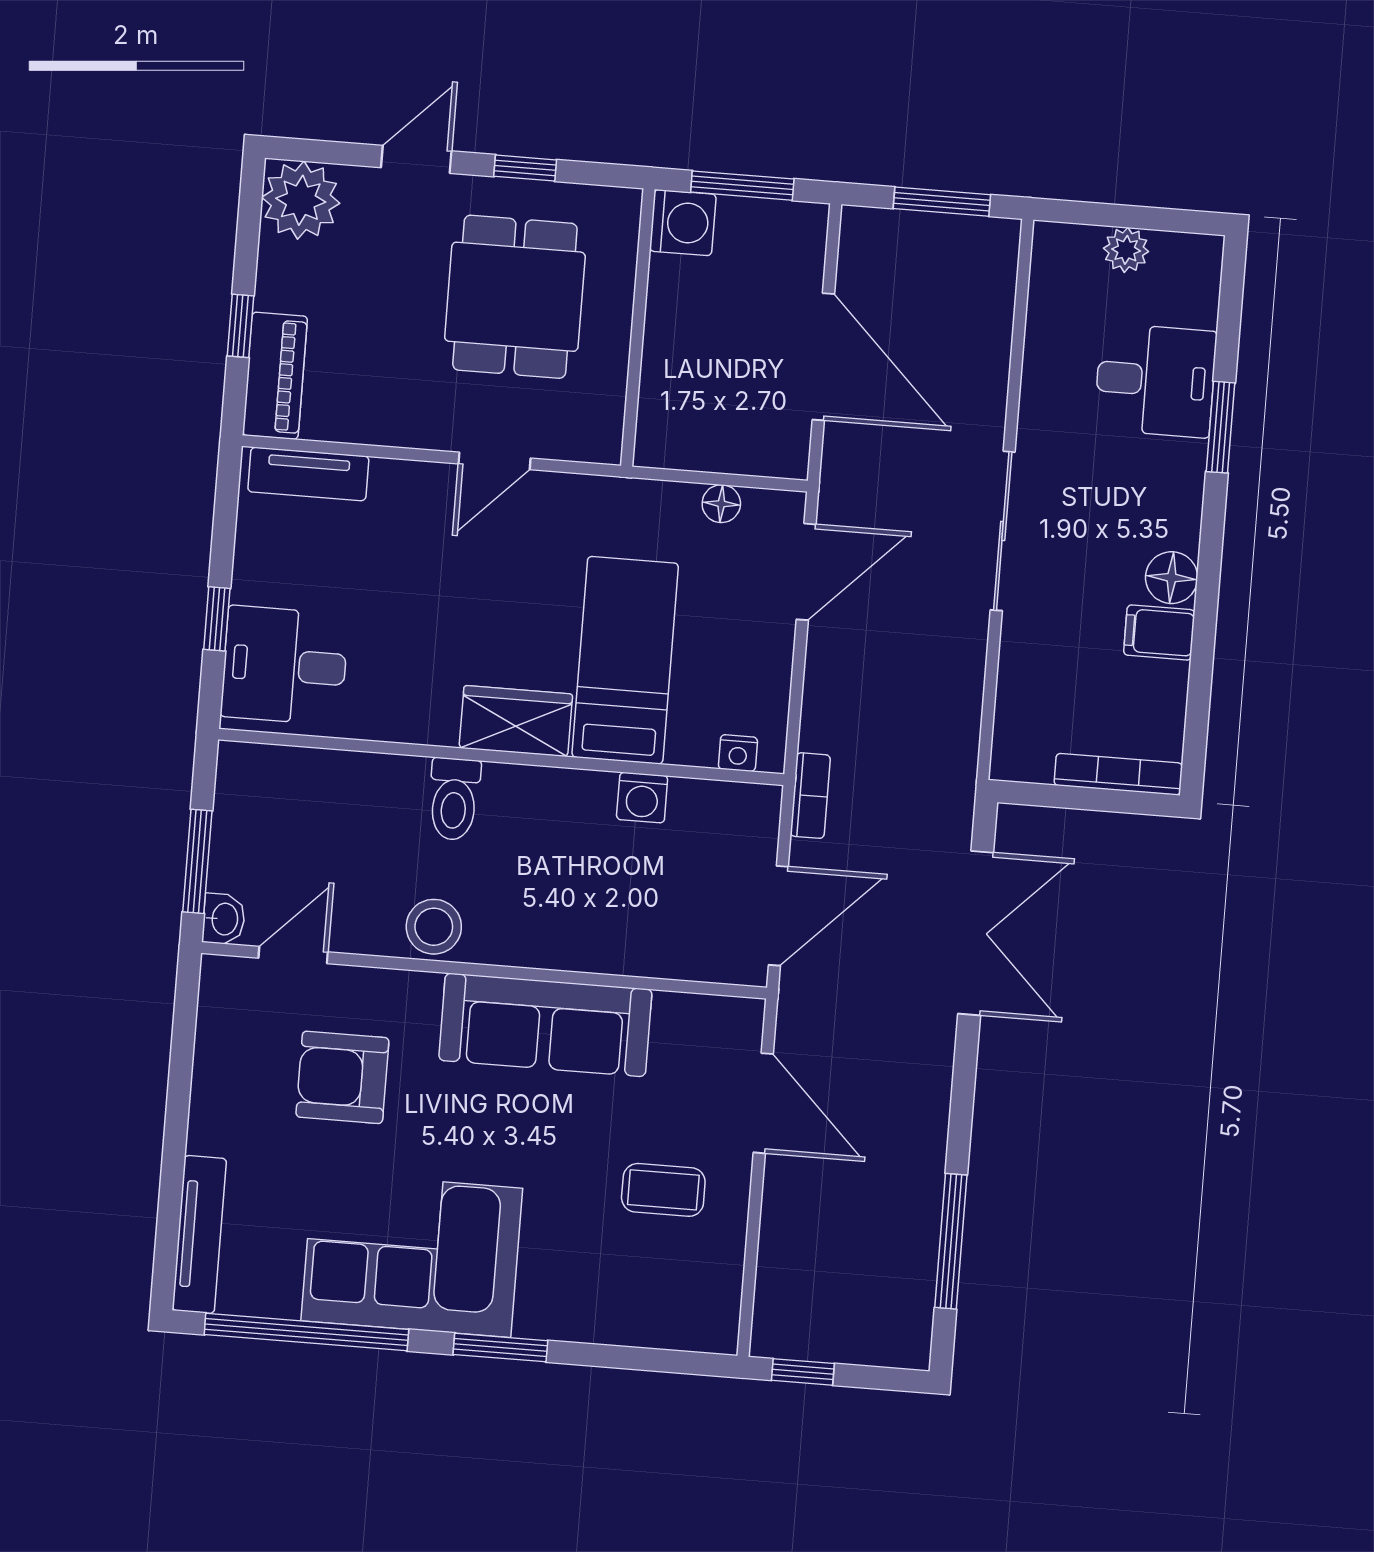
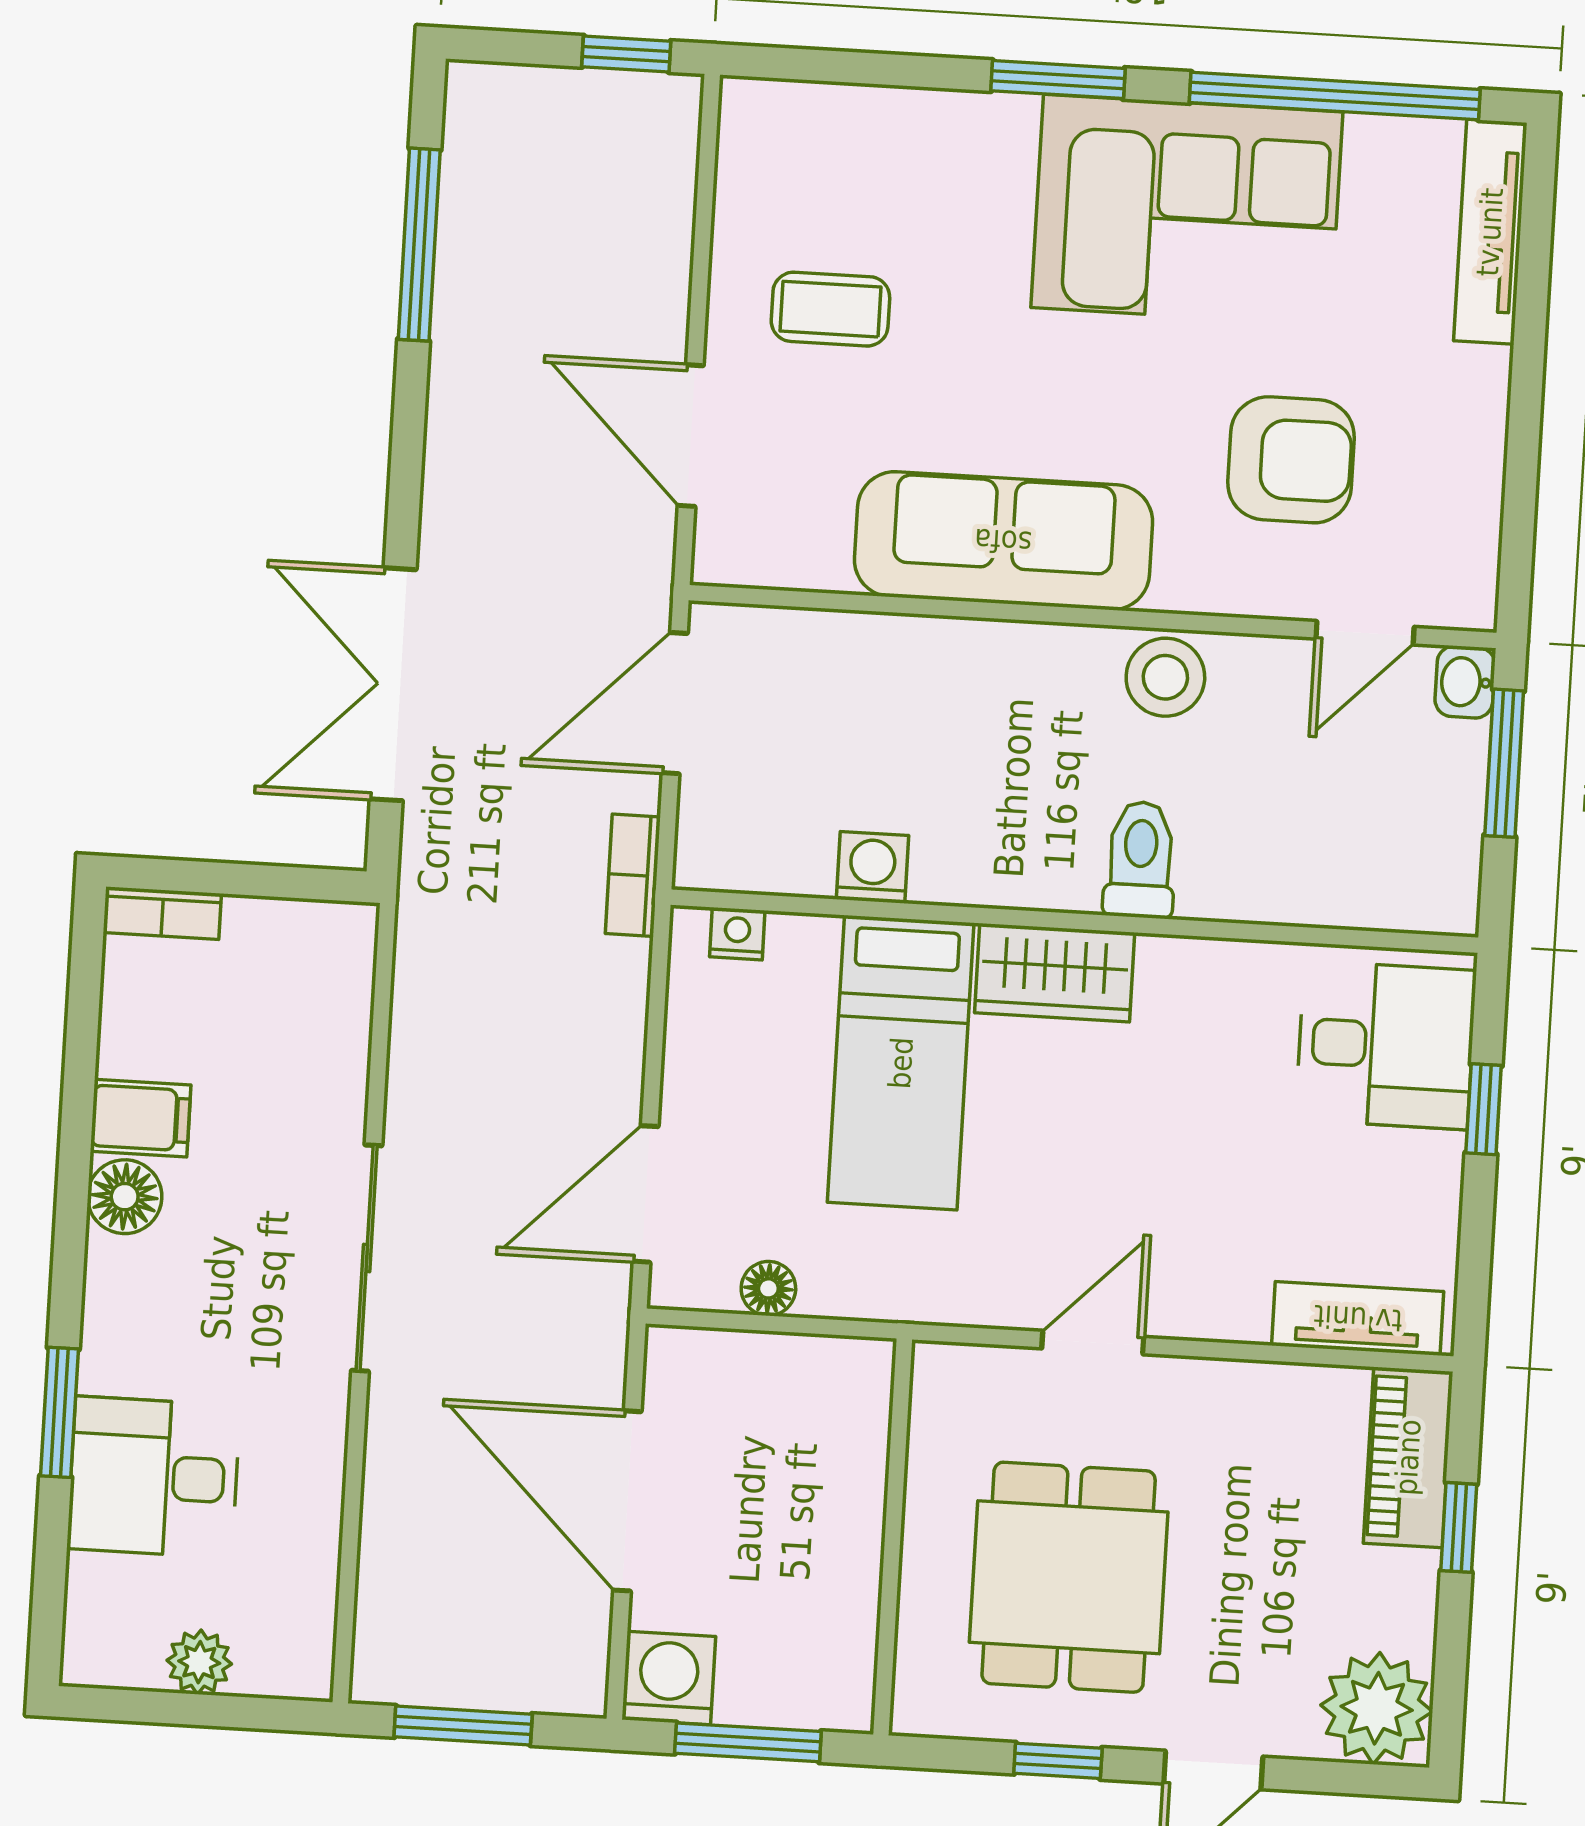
washing machine: (683, 223) -> (669, 1678), moved, turned 90
bookcase: (1118, 774) -> (162, 913), width x0.64

